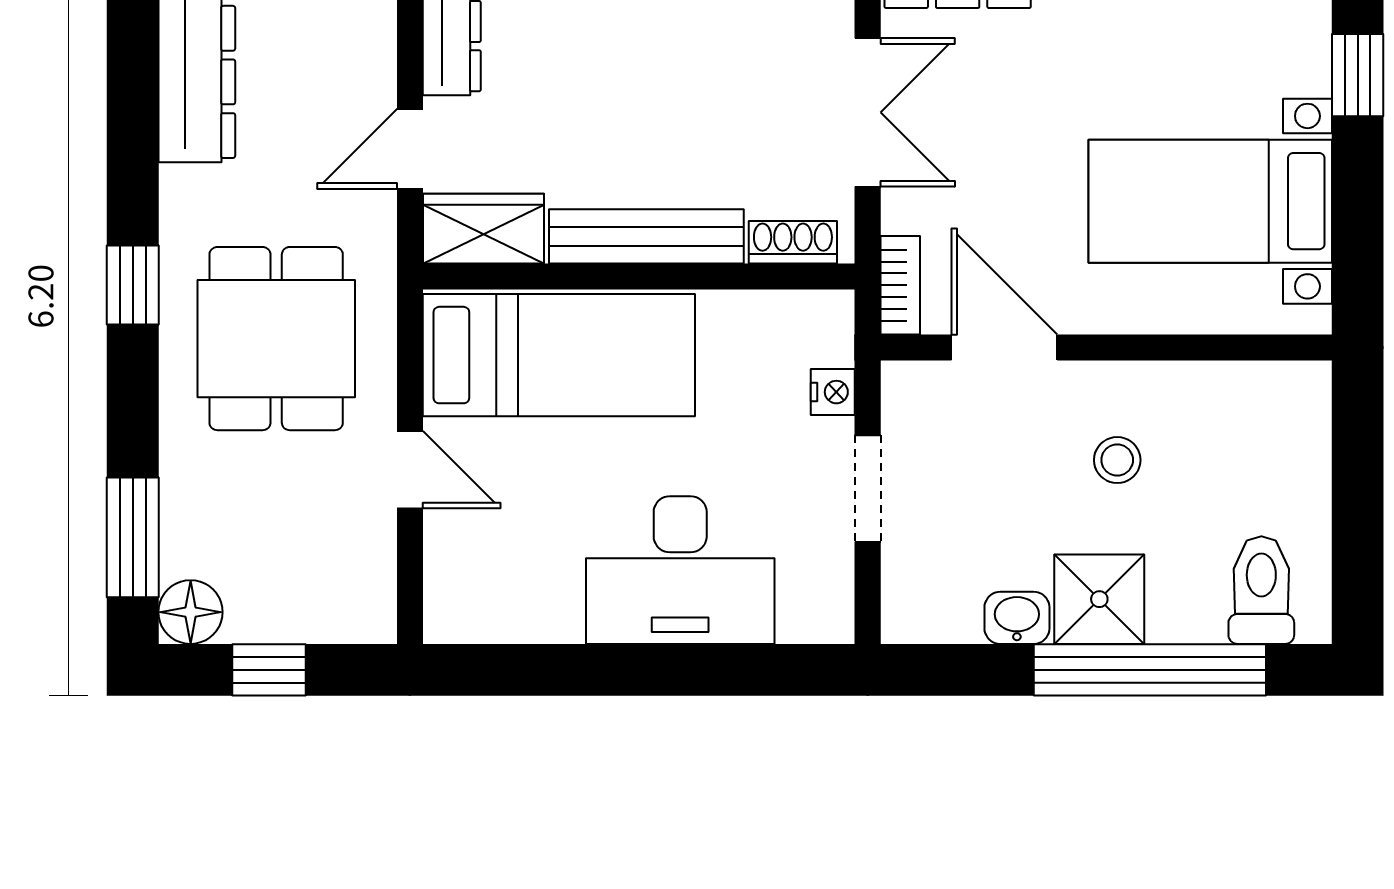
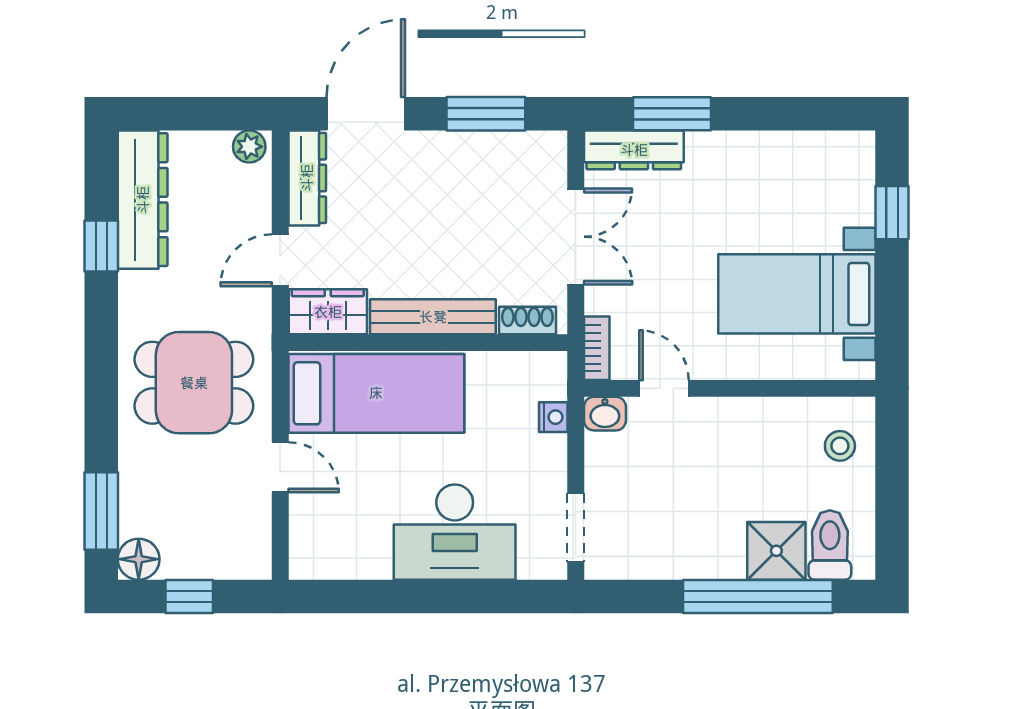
window: (133, 285) -> (101, 246), moved
dining table: (276, 339) -> (194, 383), turned 90
door: (1004, 348) -> (664, 388), width x0.73
stool: (1117, 460) -> (840, 446), moved
doorway: (868, 488) -> (576, 527), moved
shower: (1099, 599) -> (776, 551), moved
washbasin: (1017, 618) -> (605, 414), moved, turned 180

